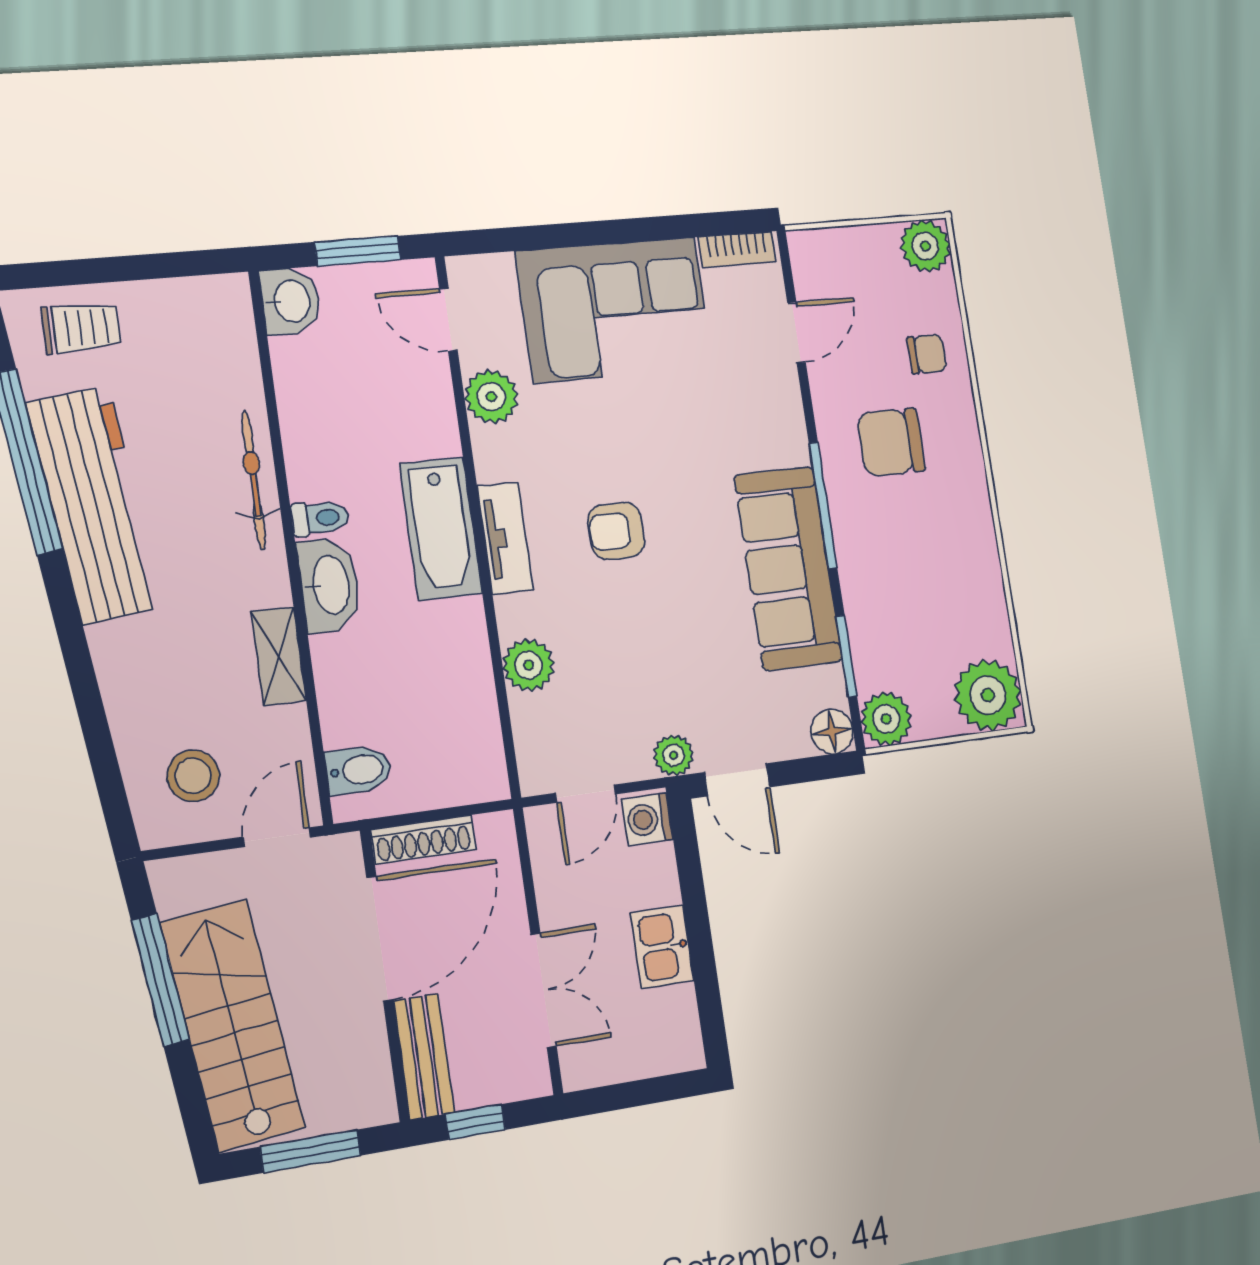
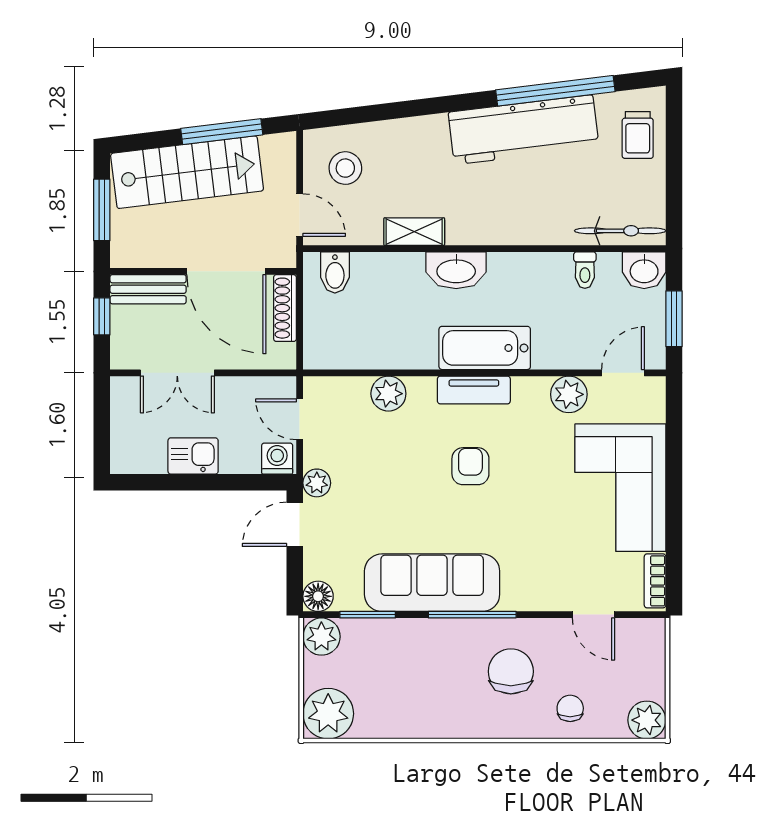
chair: (927, 354) -> (570, 708), turned 180
bicycle: (254, 480) -> (620, 231), moved
toilet: (320, 518) -> (585, 270), moved

